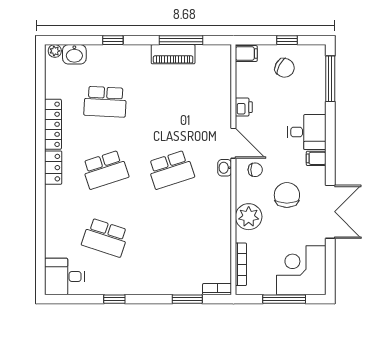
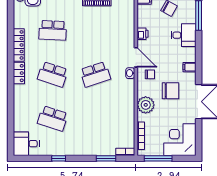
desk: (307, 132) -> (184, 35), moved
school desk: (105, 170) -> (53, 74), turned 36
chair: (287, 195) -> (171, 91), turned 90
window: (284, 299) -> (158, 158), moved

